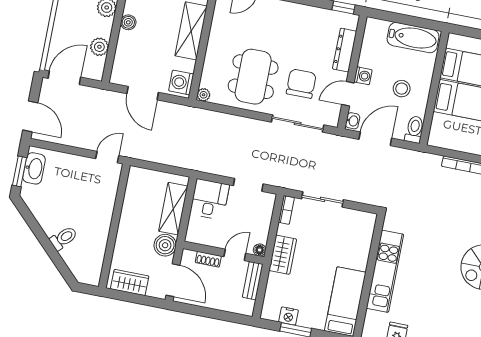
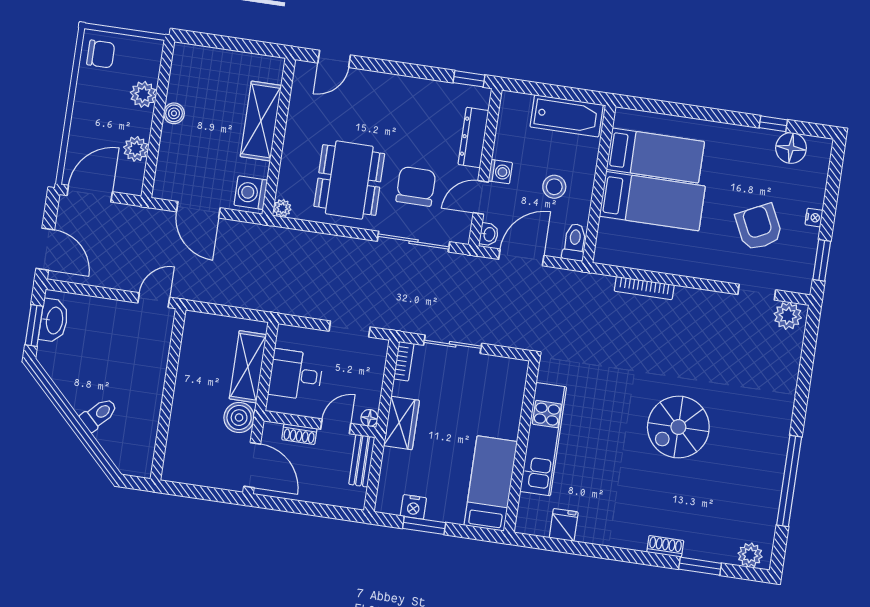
desk: (210, 199) -> (296, 375), moved, turned -90
wardrobe: (130, 282) -> (193, 471), removed

